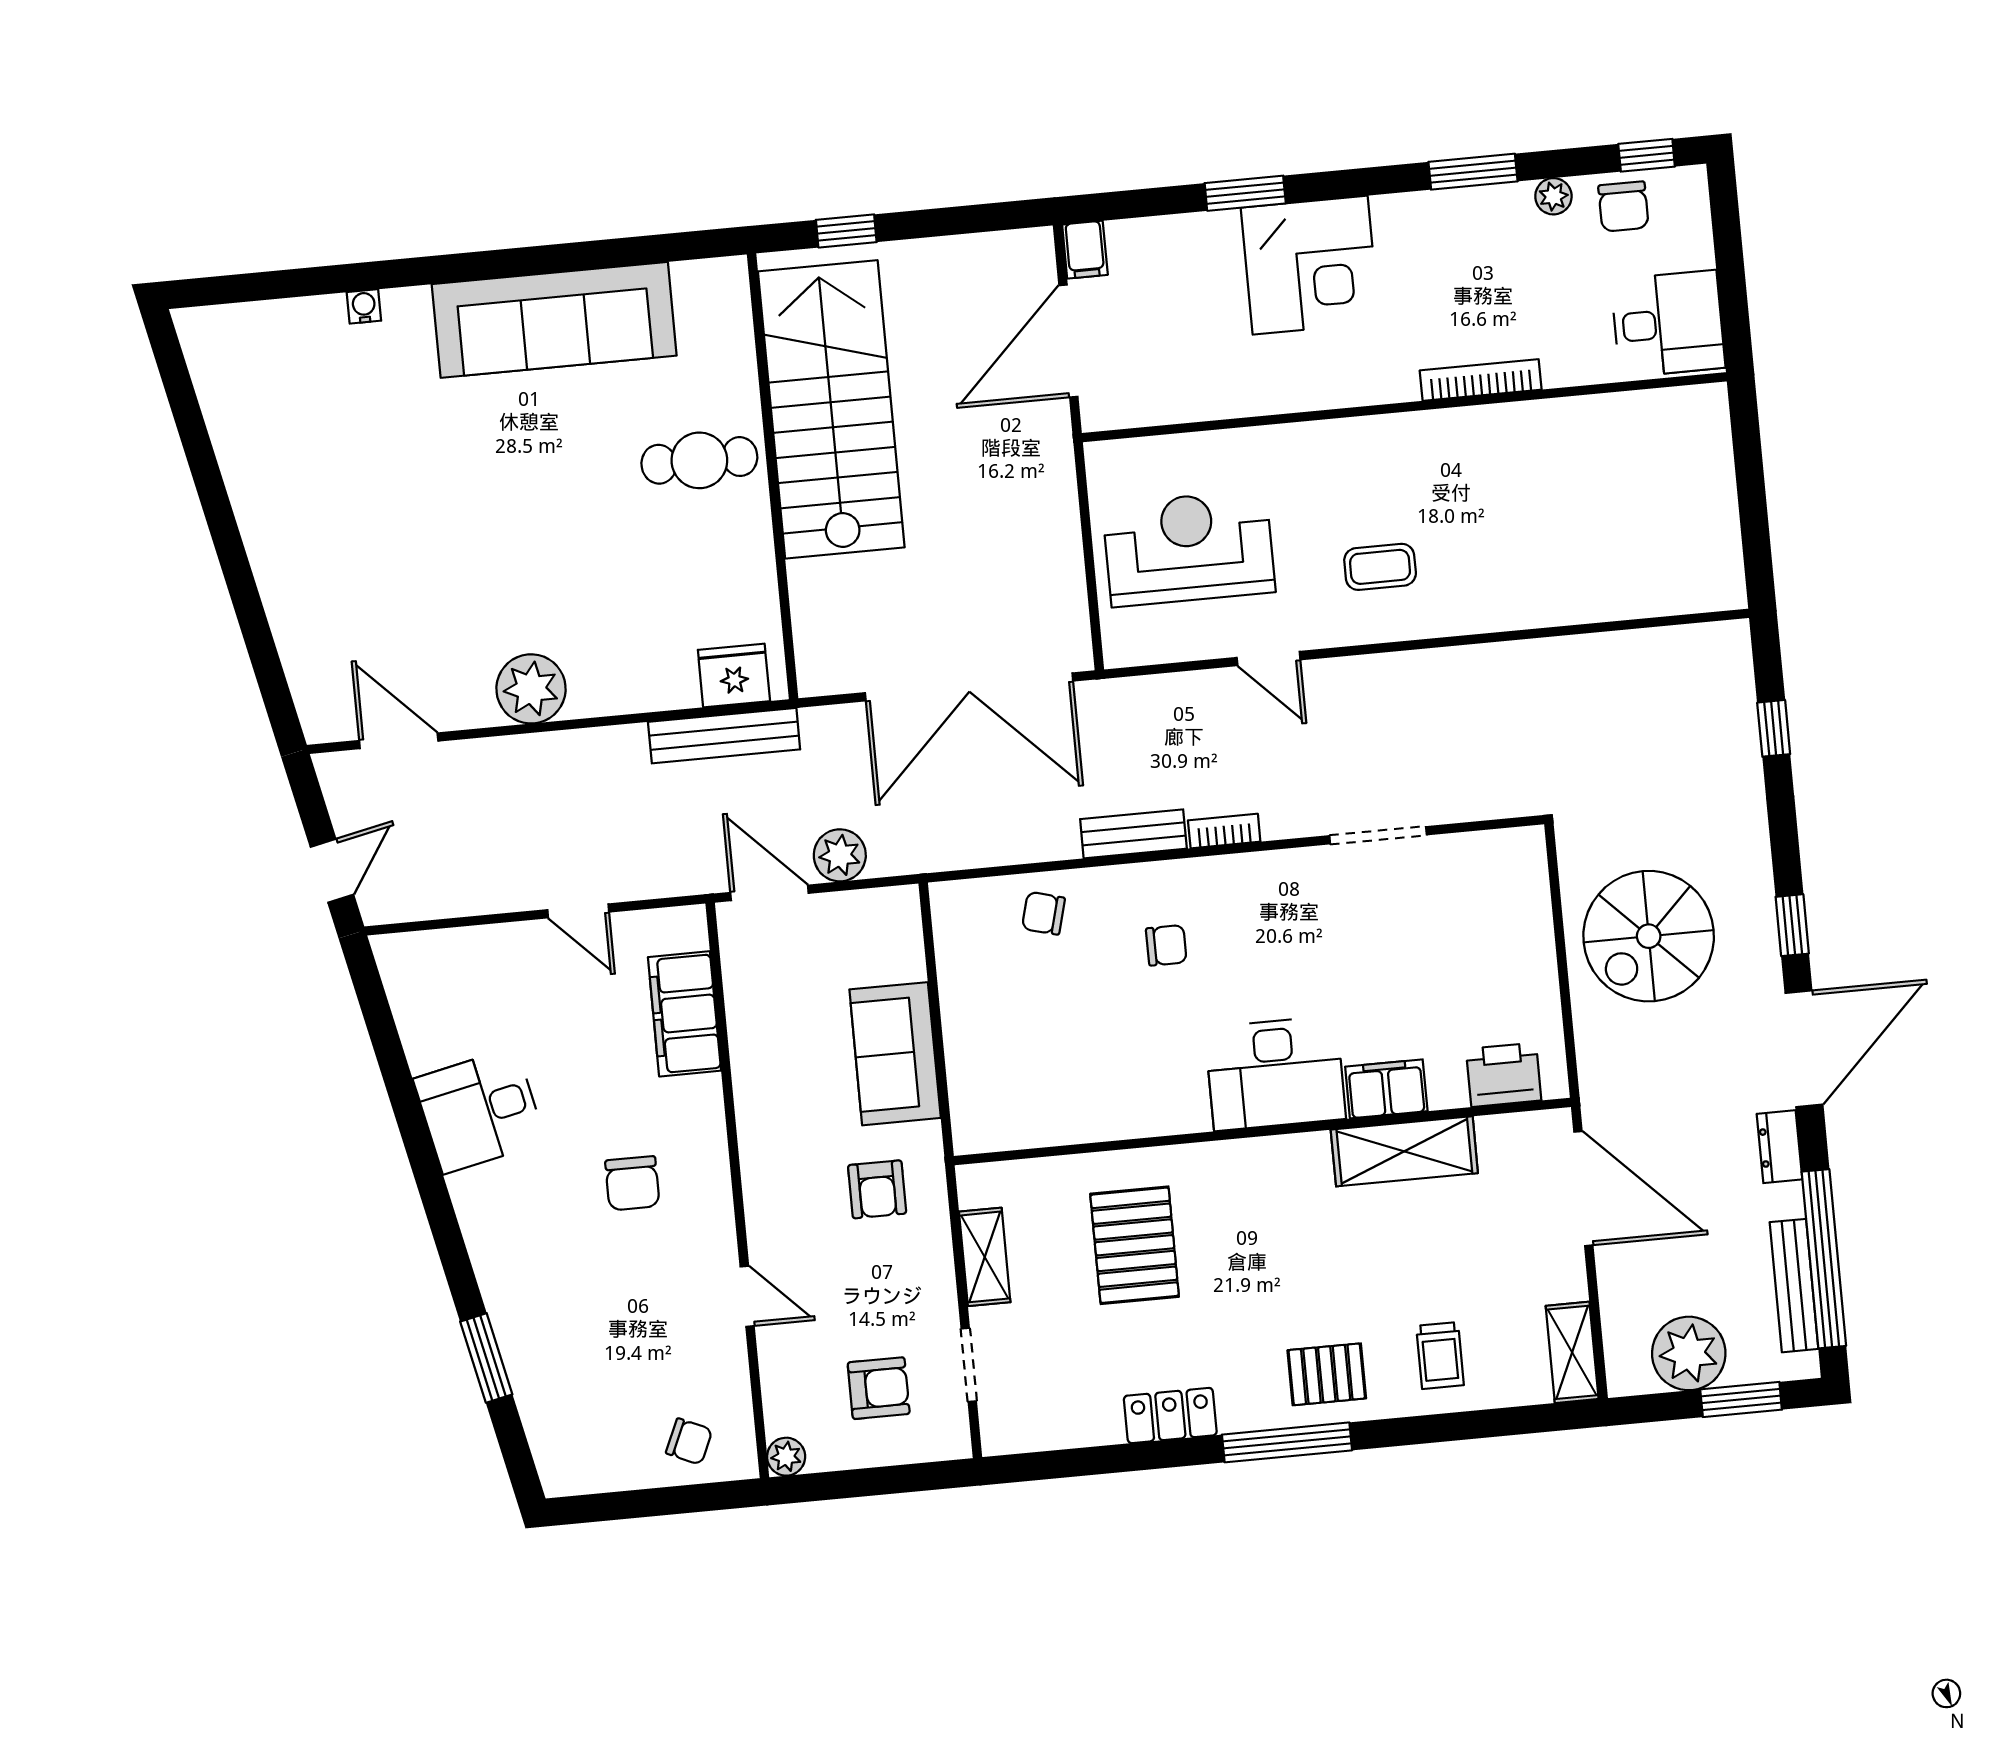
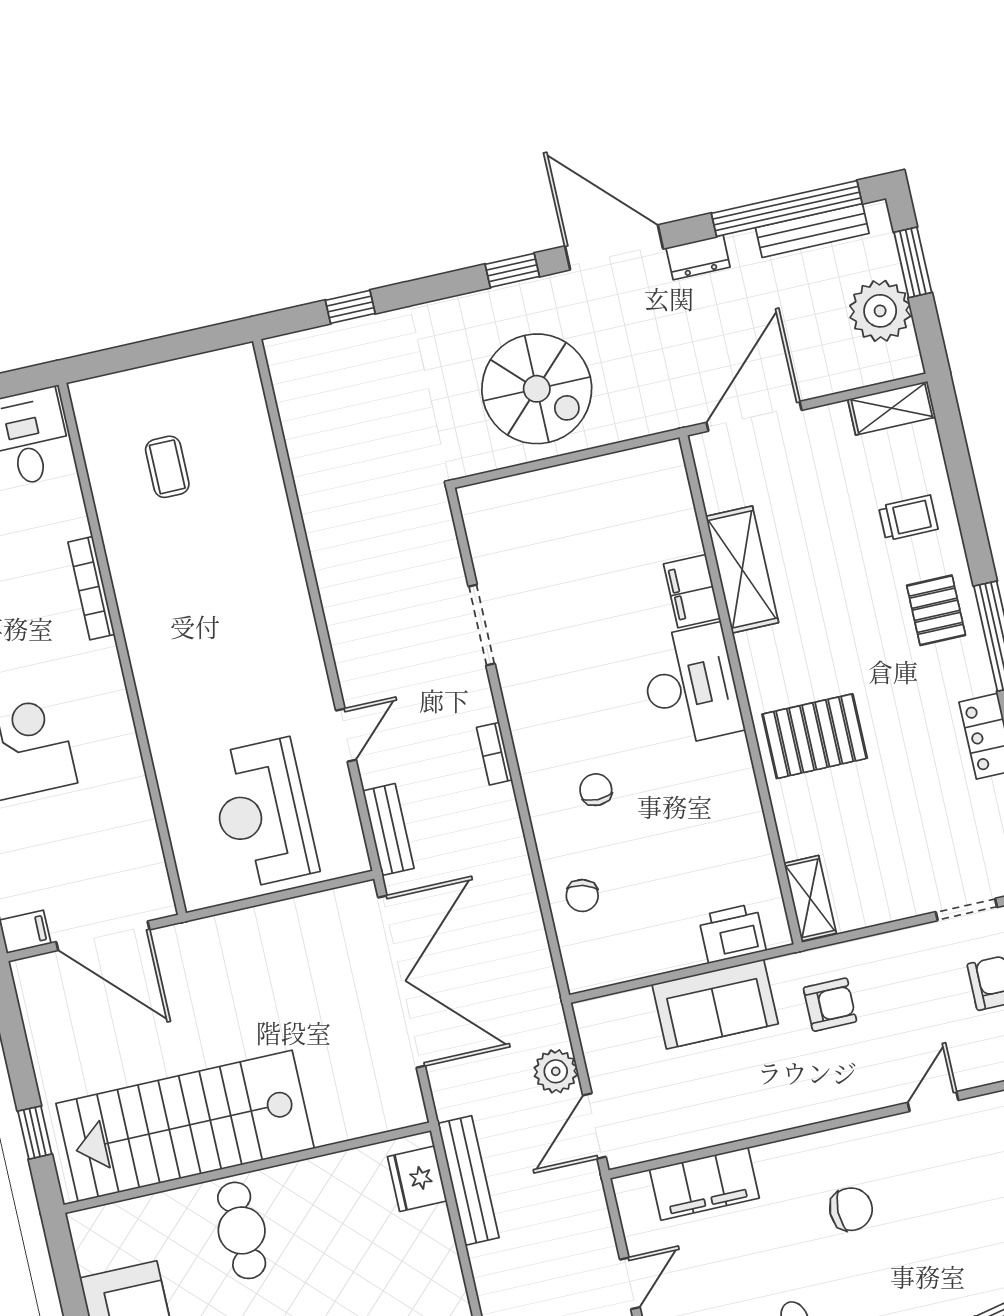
coffee table: (1380, 567) -> (167, 467), moved
bench: (1133, 834) -> (388, 830), moved
printer: (1504, 1075) -> (732, 933), moved, turned 90
pallet: (1135, 1245) -> (815, 736), moved
shelving: (985, 1257) -> (810, 898), moved, turned 90

